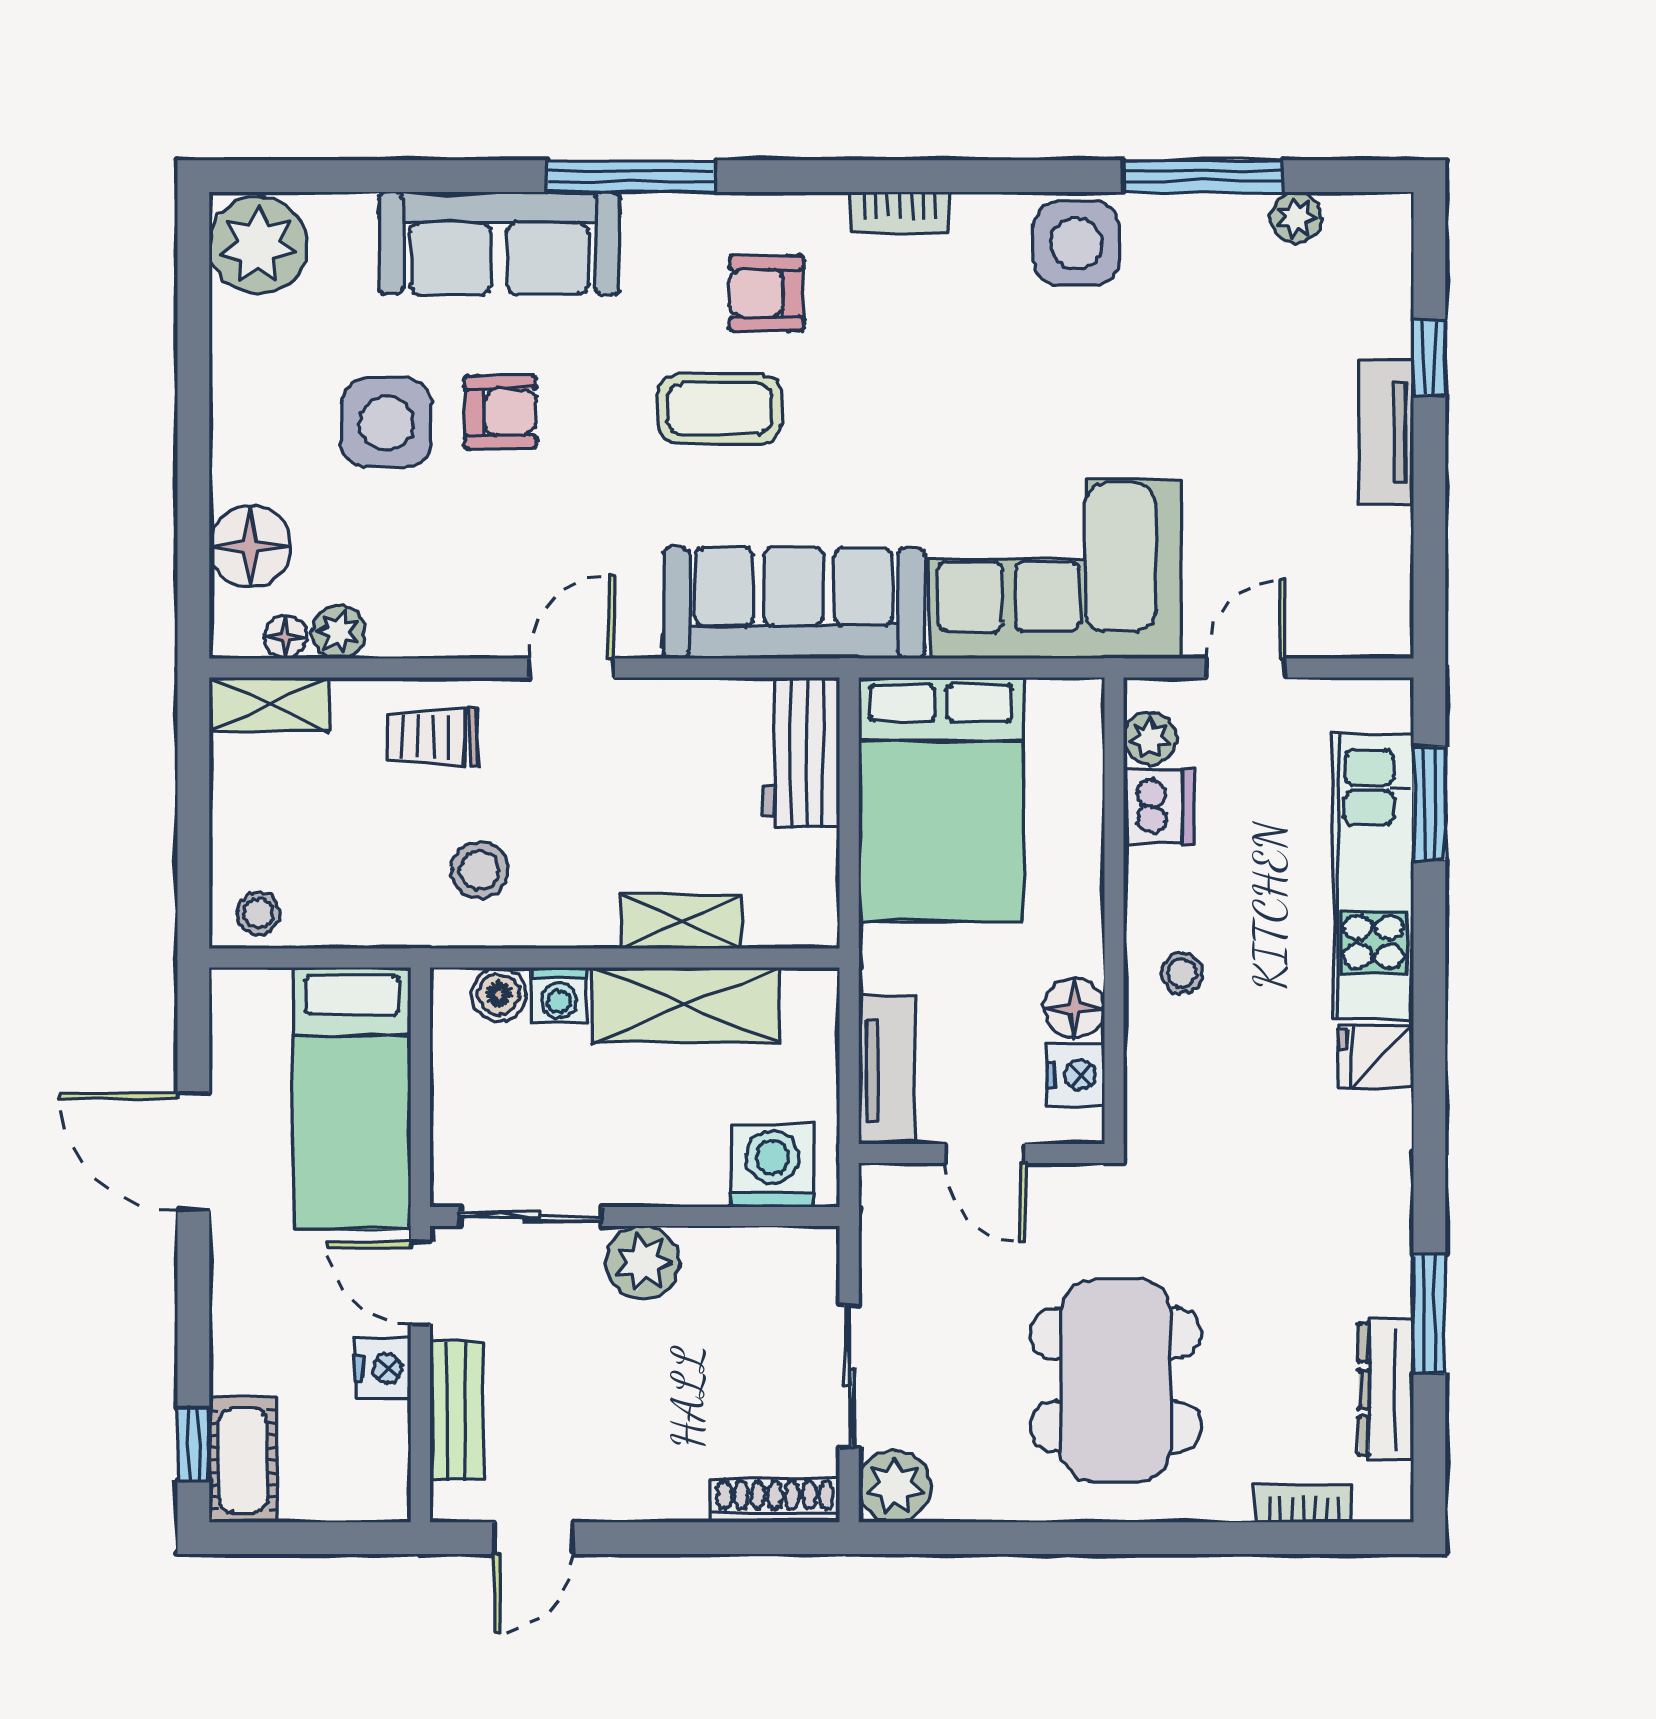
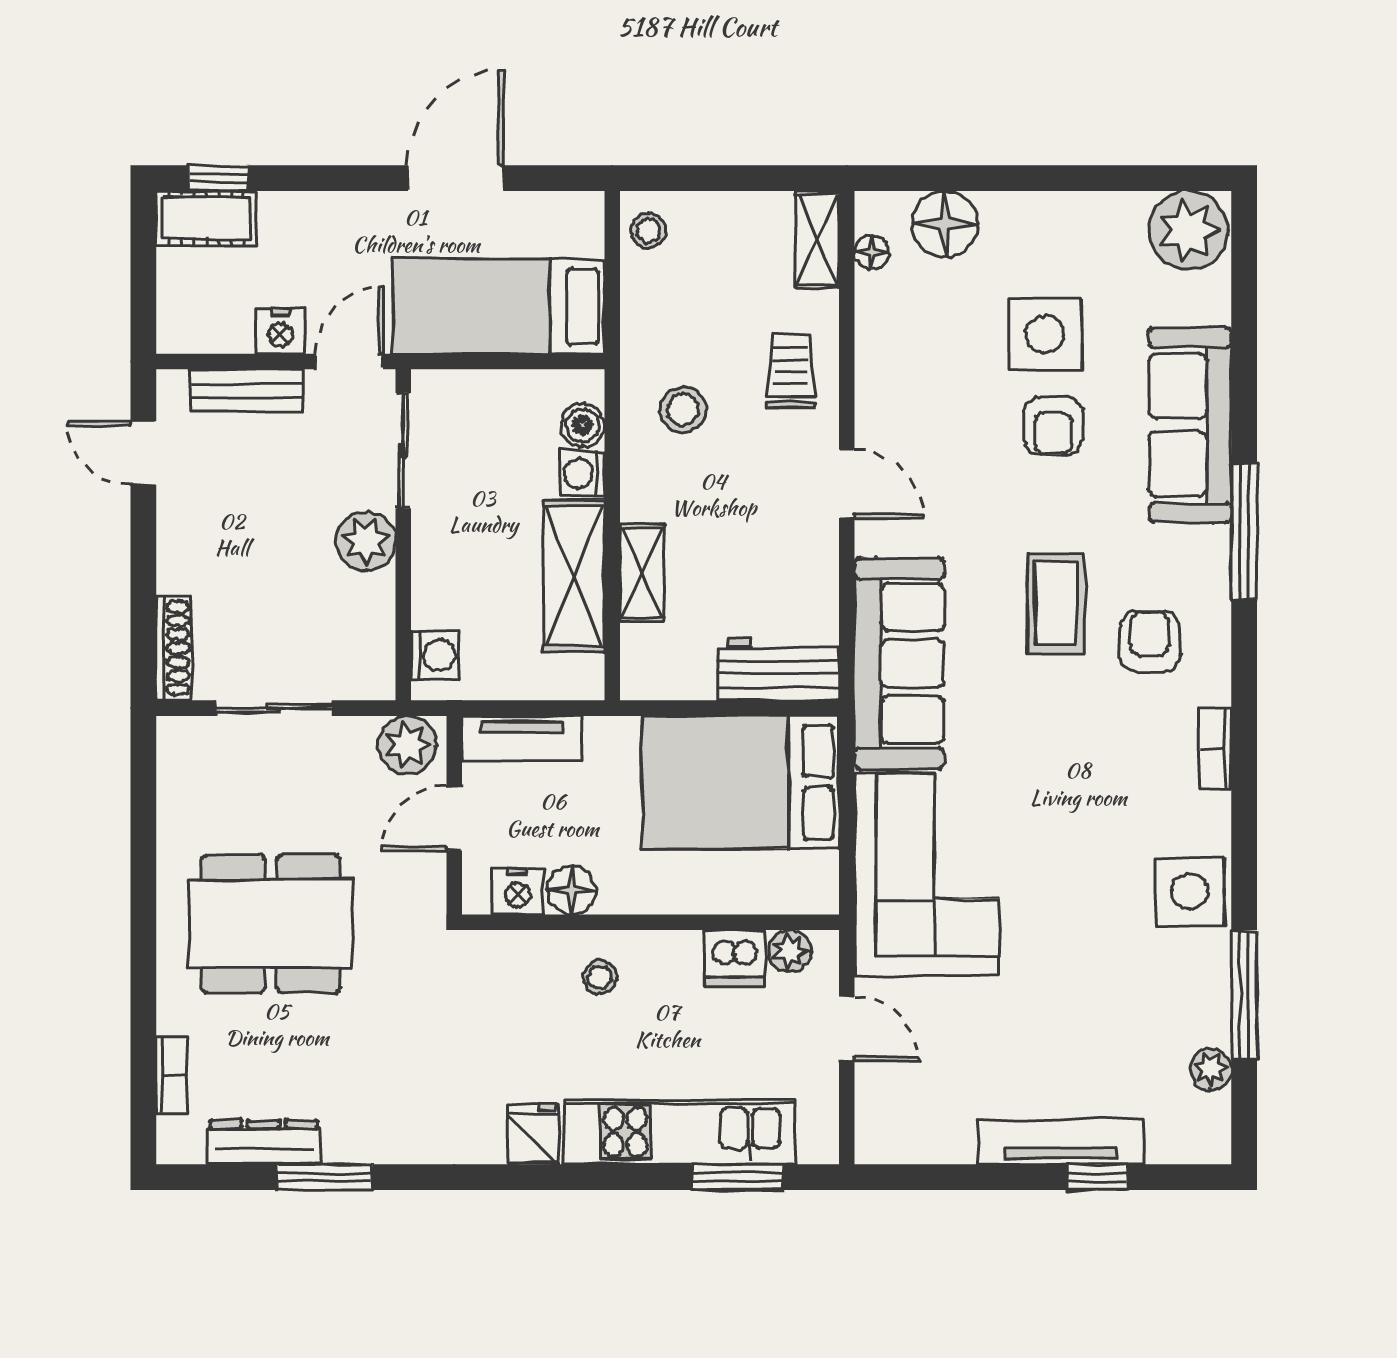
tv unit: (1386, 432) -> (1061, 1142), width x1.41
plant: (339, 632) -> (876, 295), removed
washing machine: (772, 1166) -> (435, 655), width x0.73, depth x0.73
plant: (895, 1486) -> (407, 745), moved

